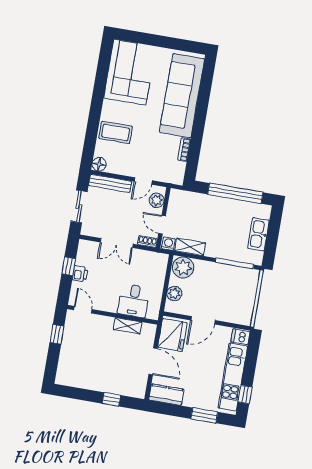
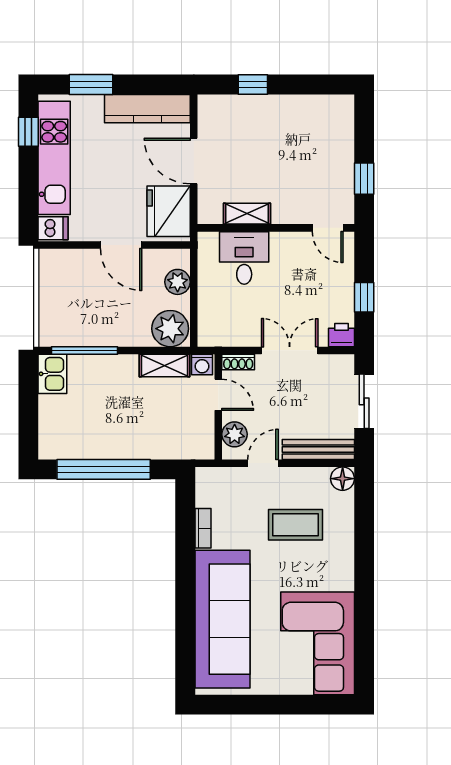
coffee table: (116, 132) -> (296, 525), moved
kitchen sink: (258, 234) -> (52, 374), moved, width x0.73
printer: (80, 274) -> (342, 335), moved, turned 90
door: (203, 320) -> (121, 245), swing flipped
kitchen counter: (166, 395) -> (147, 109), width x1.50

